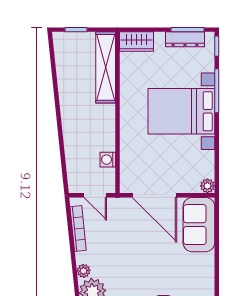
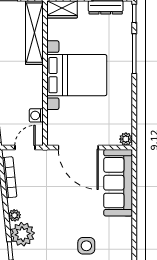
bed with nightstands: (181, 111) -> (77, 75), moved, turned 180
door: (95, 195) -> (25, 147), swing flipped
sofa: (199, 225) -> (118, 183), width x1.36

